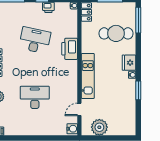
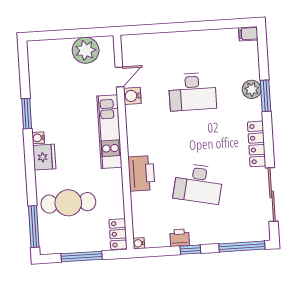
water cooler: (72, 129) -> (132, 96), moved

